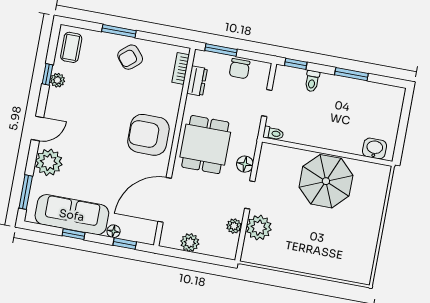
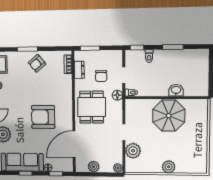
chair: (239, 69) -> (101, 76), moved
armchair: (148, 135) -> (43, 117), moved
washbasin: (375, 148) -> (176, 90), moved
floor lamp: (245, 164) -> (117, 95), moved
plant: (234, 226) -> (118, 168), moved
plant: (311, 264) -> (169, 167), added

